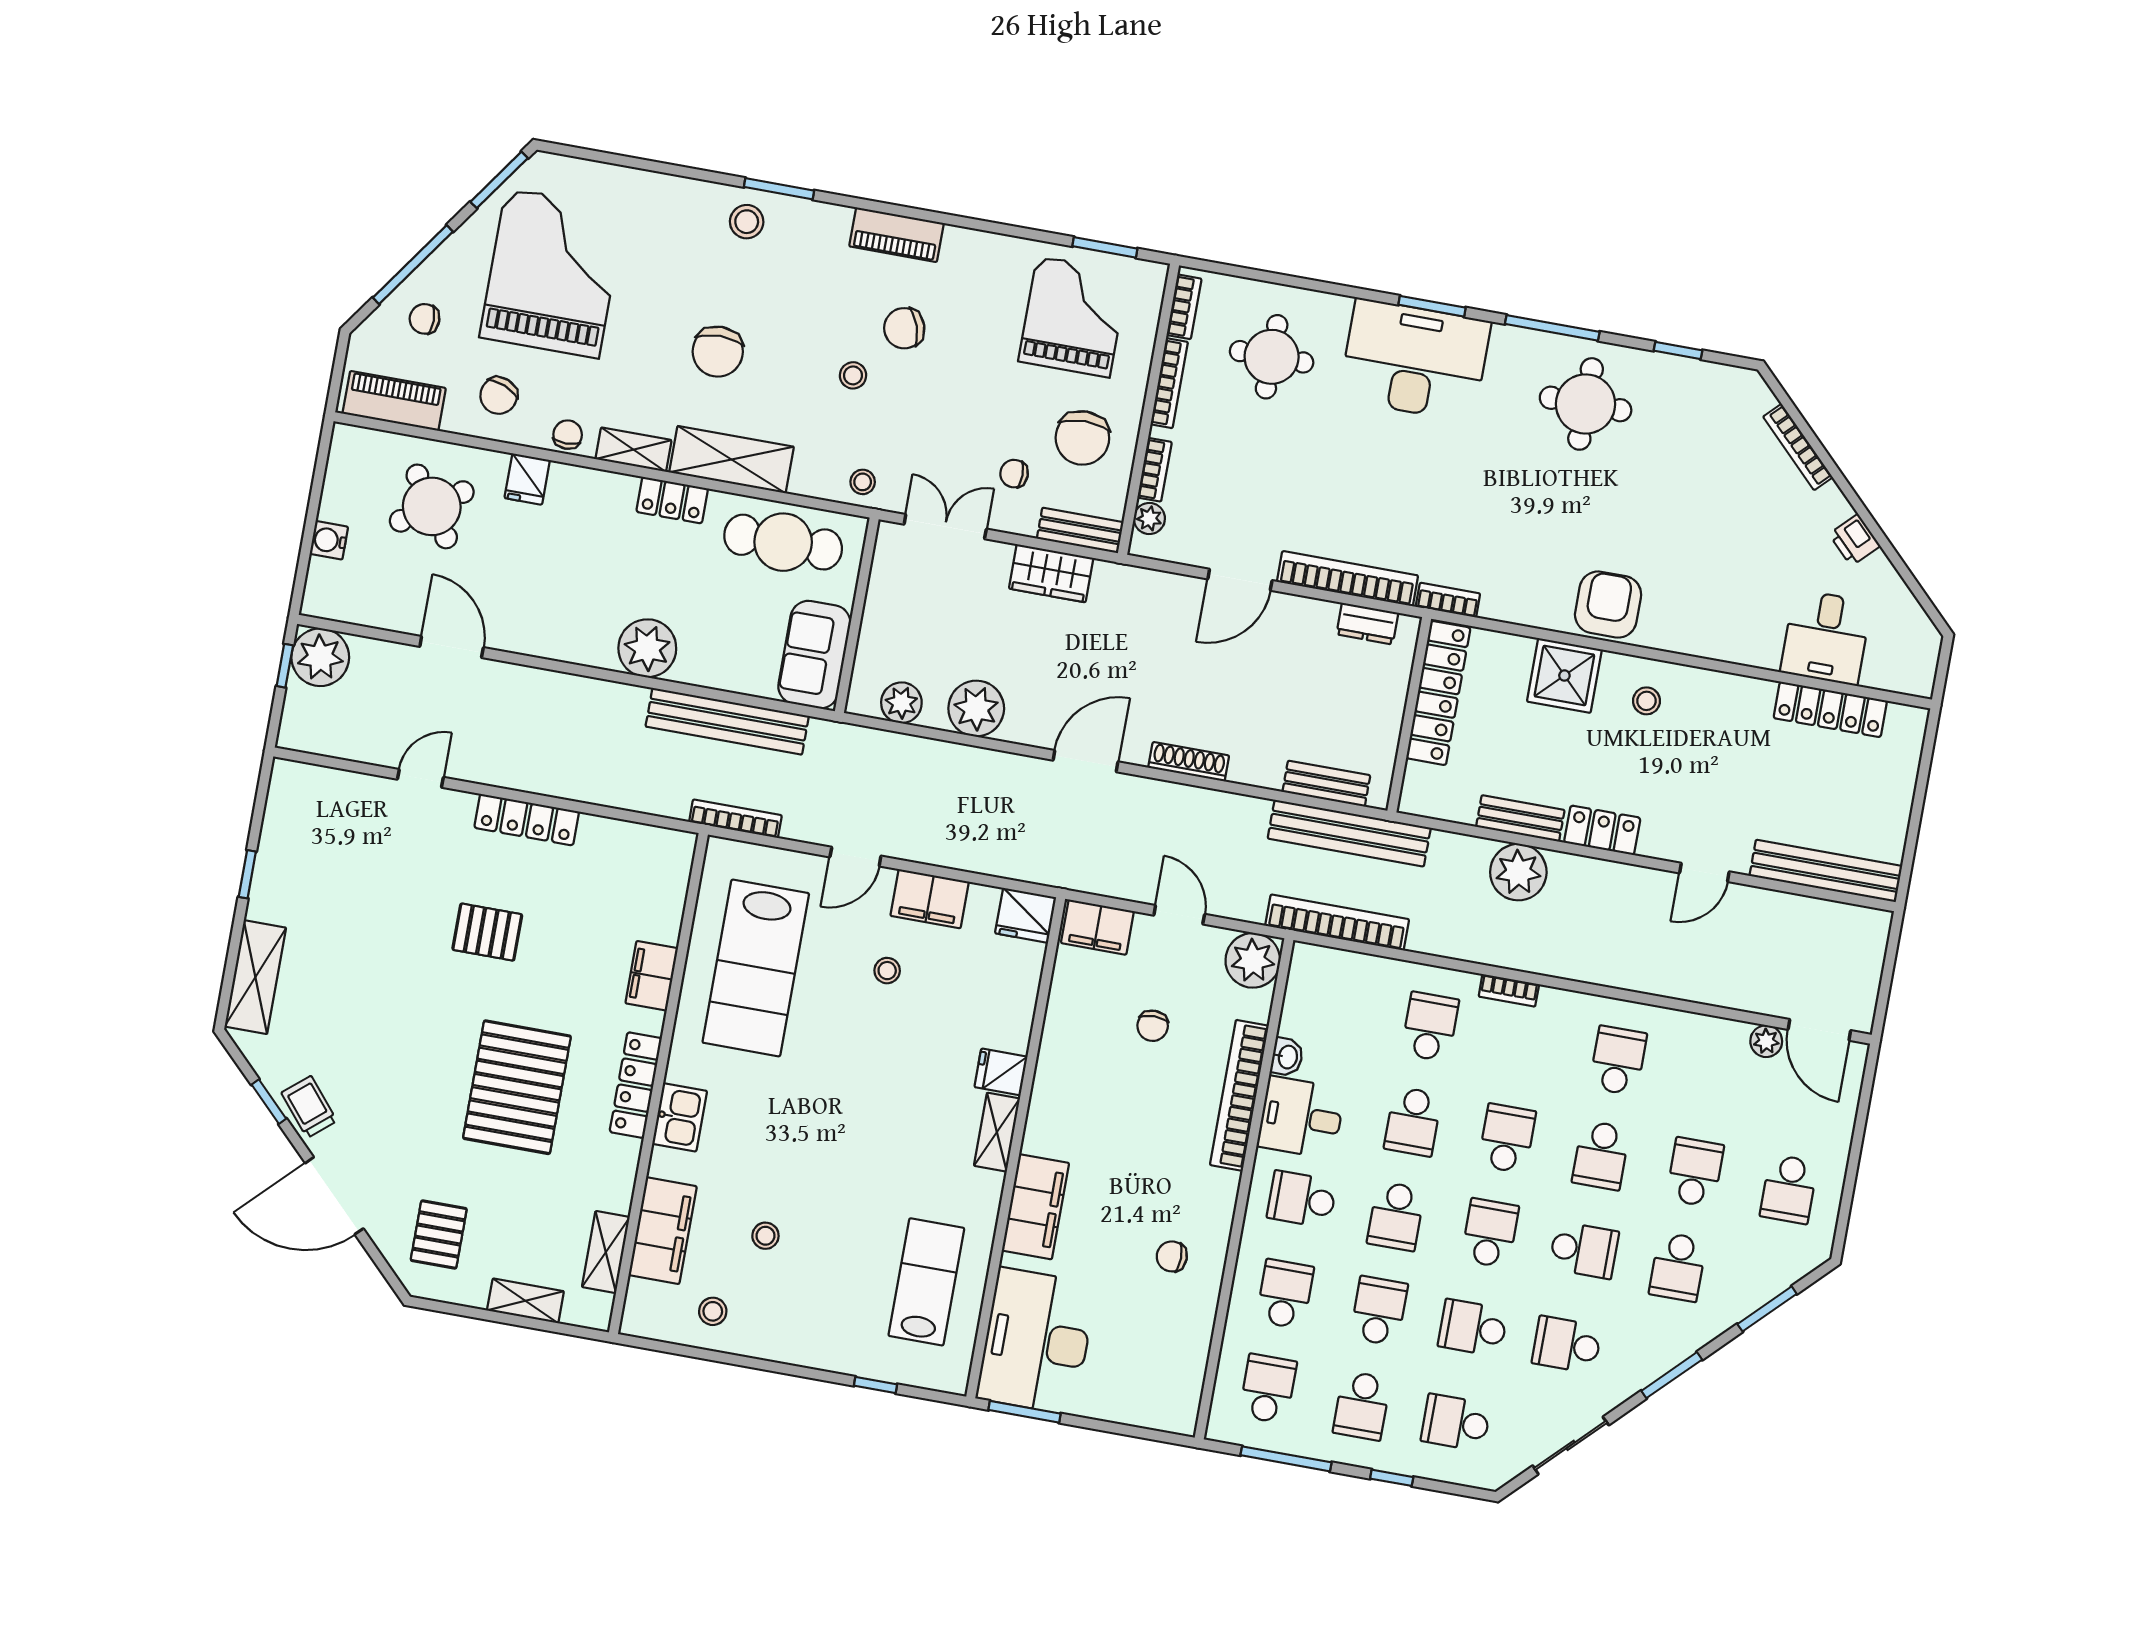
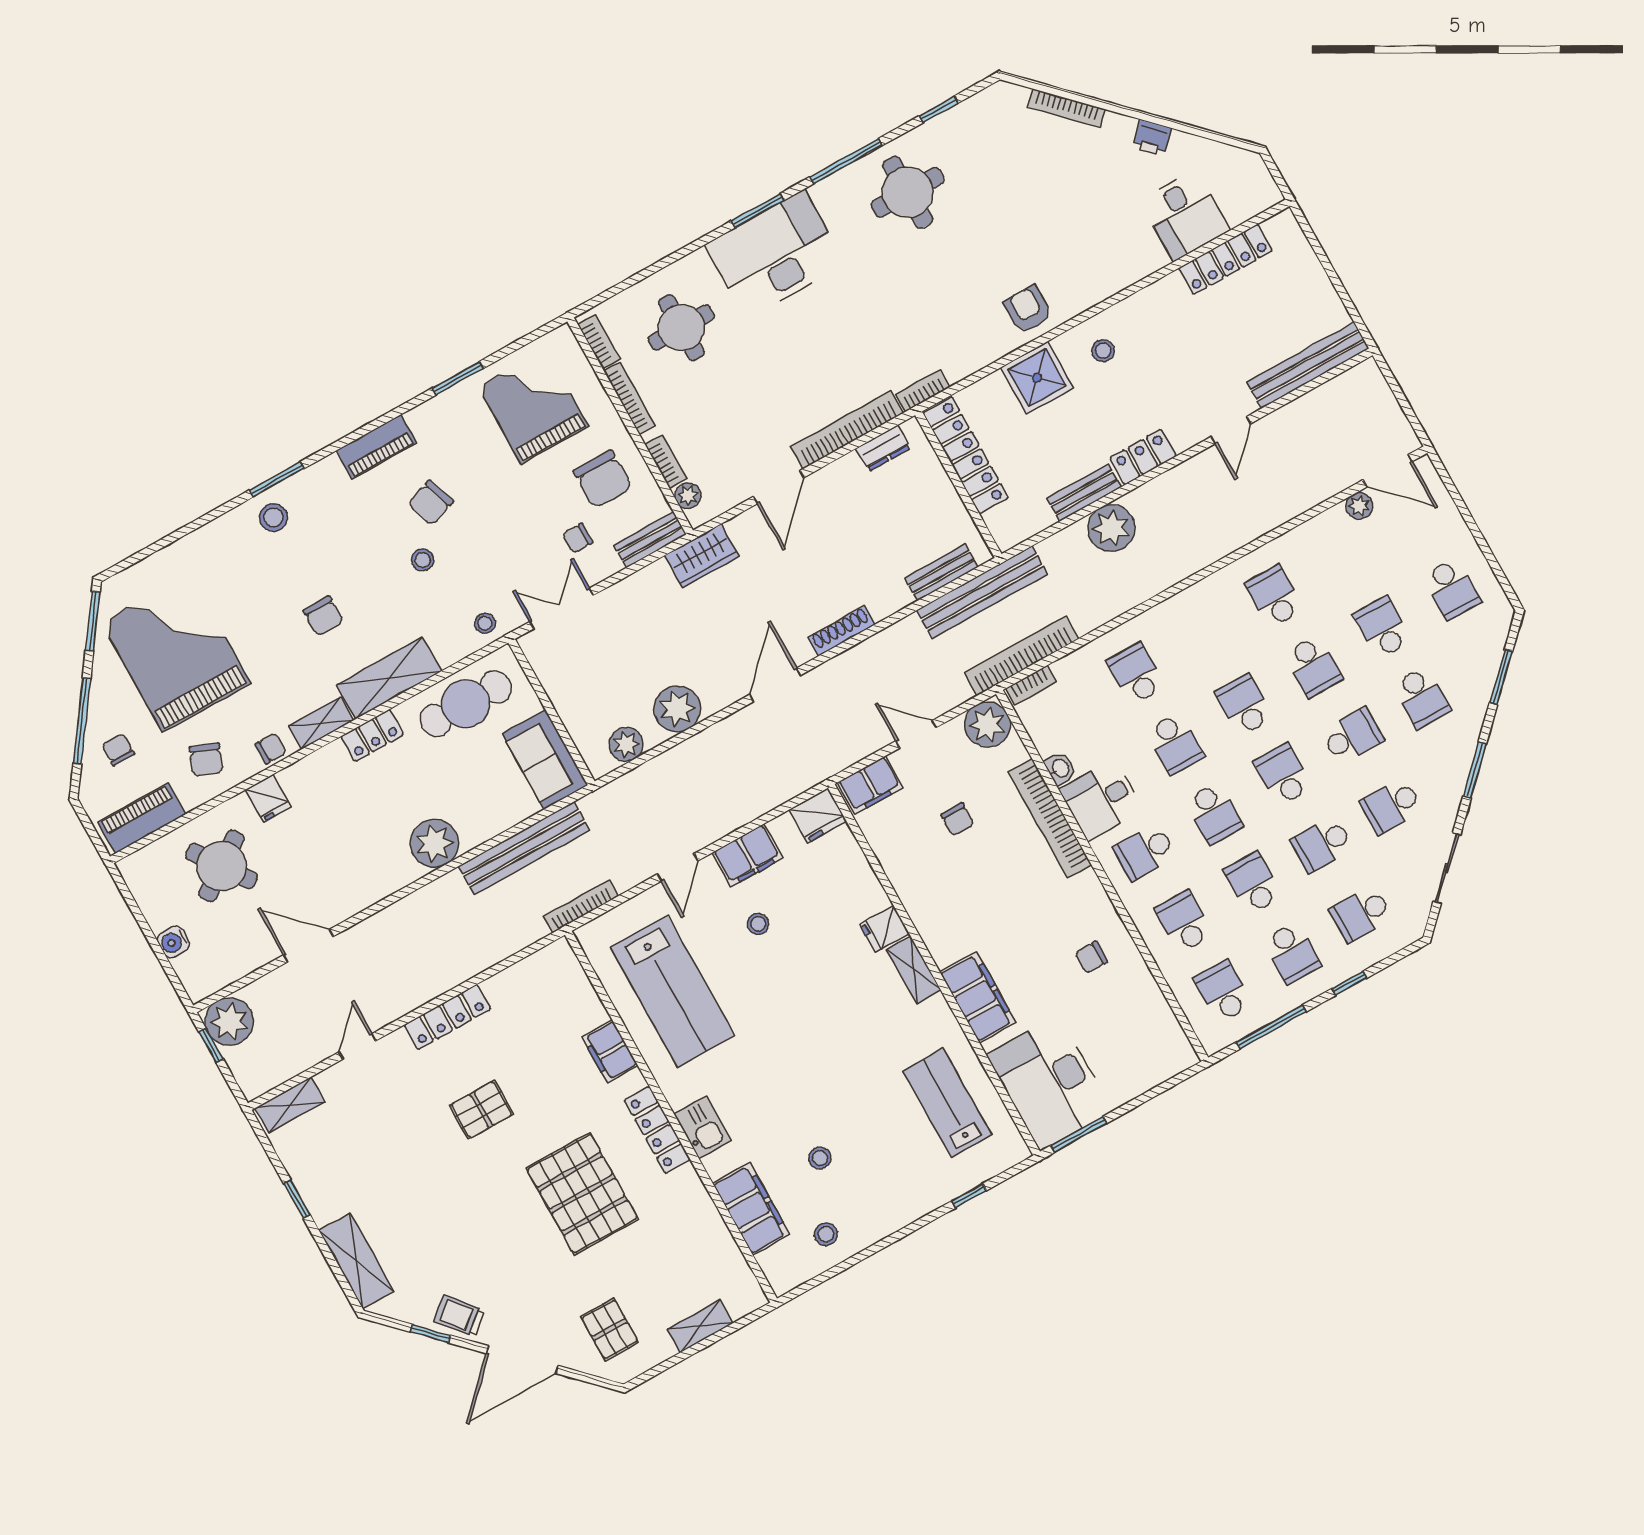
window: (1105, 247) -> (458, 378), moved
chair: (425, 319) -> (118, 749), turned 90
chair: (718, 352) -> (323, 616), width x0.73, depth x0.73
chair: (568, 435) -> (271, 748), turned 90
wardrobe: (1051, 573) -> (702, 556), moved
armchair: (1608, 605) -> (1028, 309), width x0.72, depth x0.72
bookcase: (1509, 990) -> (1031, 685), moved
shelving: (606, 1252) -> (290, 1105), moved, turned 90

